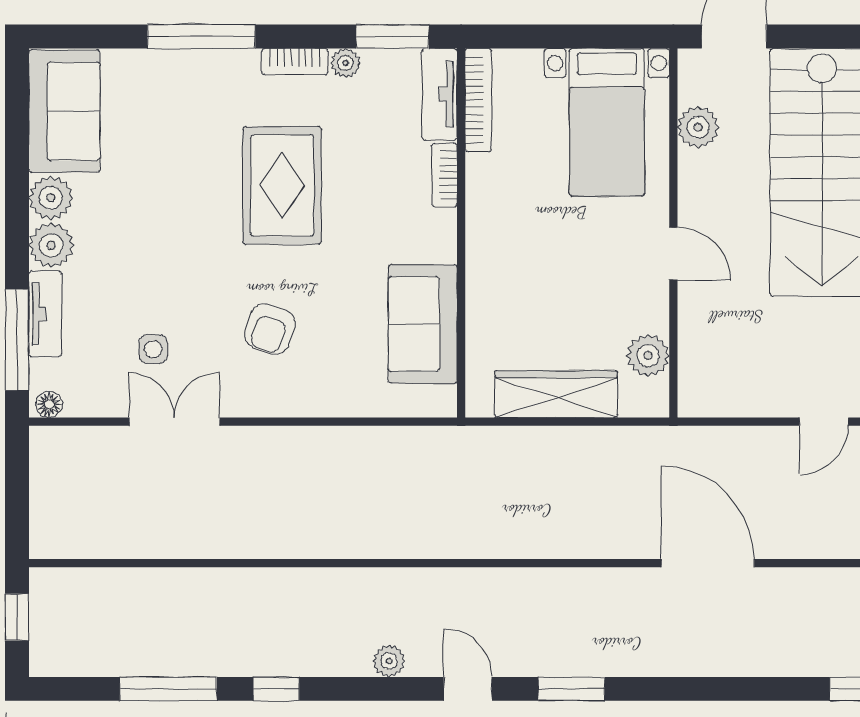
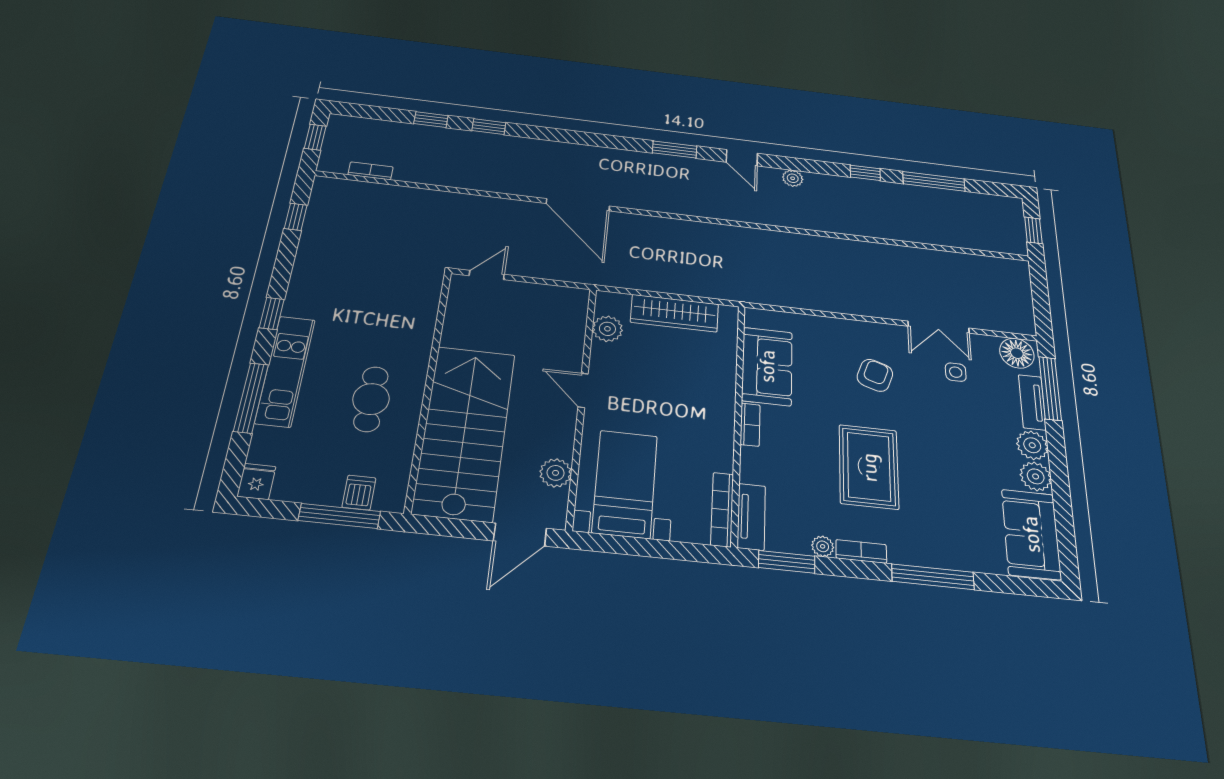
bookcase: (444, 175) -> (750, 425), moved
floor lamp: (49, 404) -> (1017, 353), width x1.89, depth x1.89

